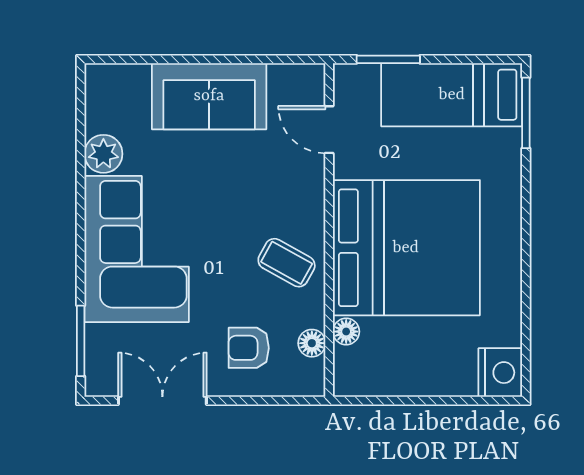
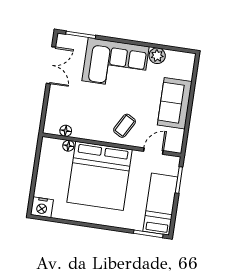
coffee table: (287, 263) -> (125, 126), moved
armchair: (249, 348) -> (68, 104), removed

